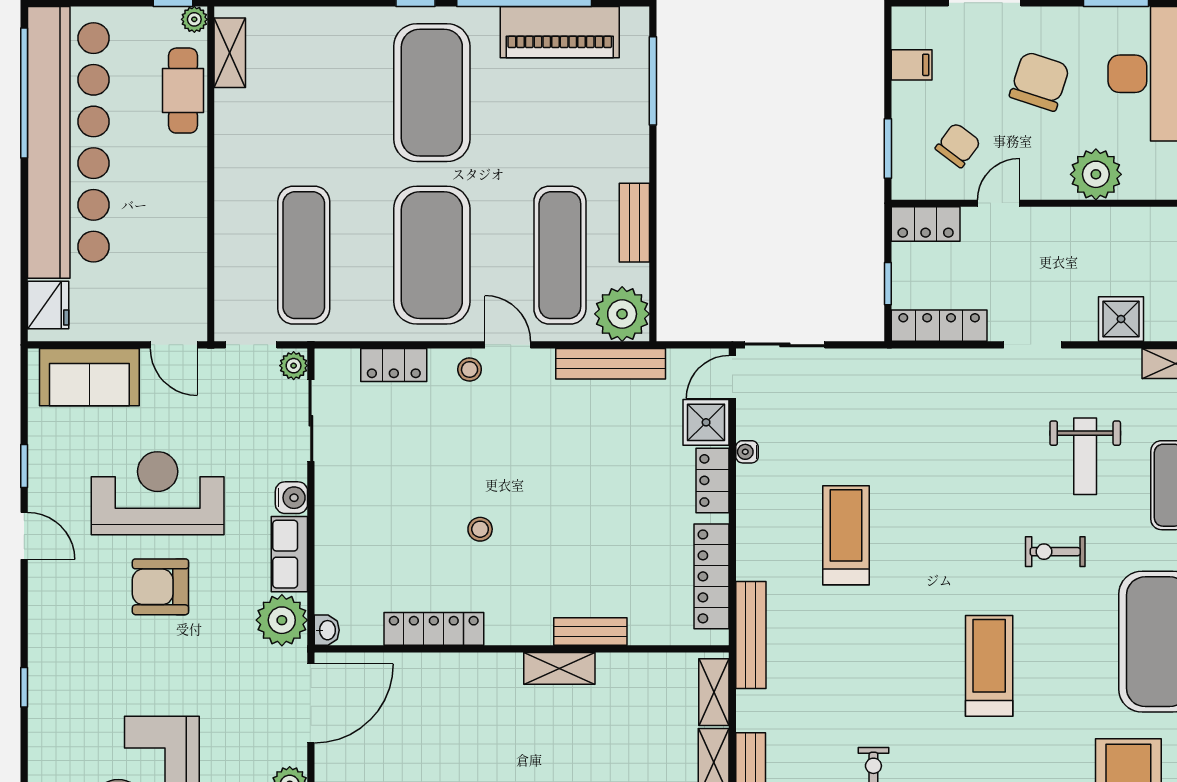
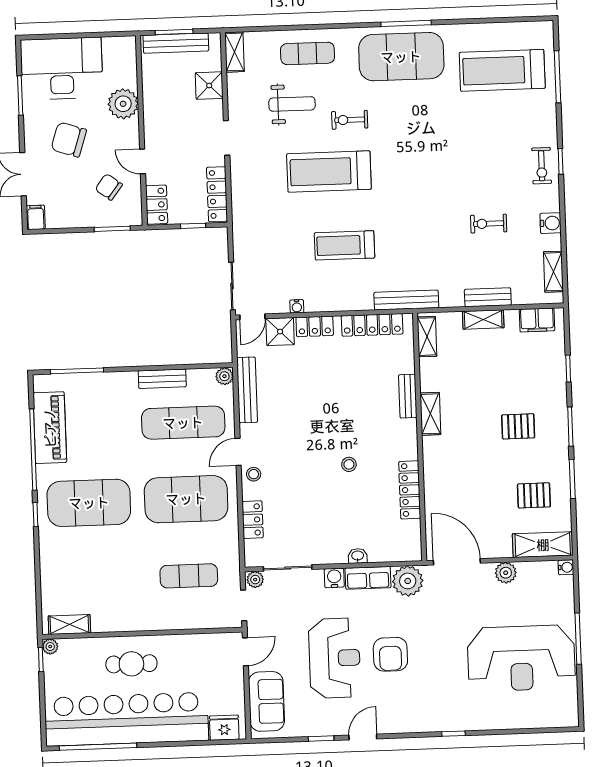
filing cabinet: (912, 65) -> (36, 217), moved
cafe table: (183, 91) -> (131, 664), moved
exercise mat: (304, 255) -> (189, 576), width x0.73, depth x0.69
plant: (622, 314) -> (224, 376), width x0.53, depth x0.53
door: (732, 377) -> (252, 317), hinge flipped
reception desk: (158, 493) -> (334, 658), turned 180
exercise bike: (1055, 552) -> (350, 120), turned 90
washbasin: (327, 630) -> (358, 556), moved
treadmill: (989, 666) -> (329, 171), moved, width x1.37, depth x1.38
shelving: (714, 692) -> (427, 337), moved, turned 90

